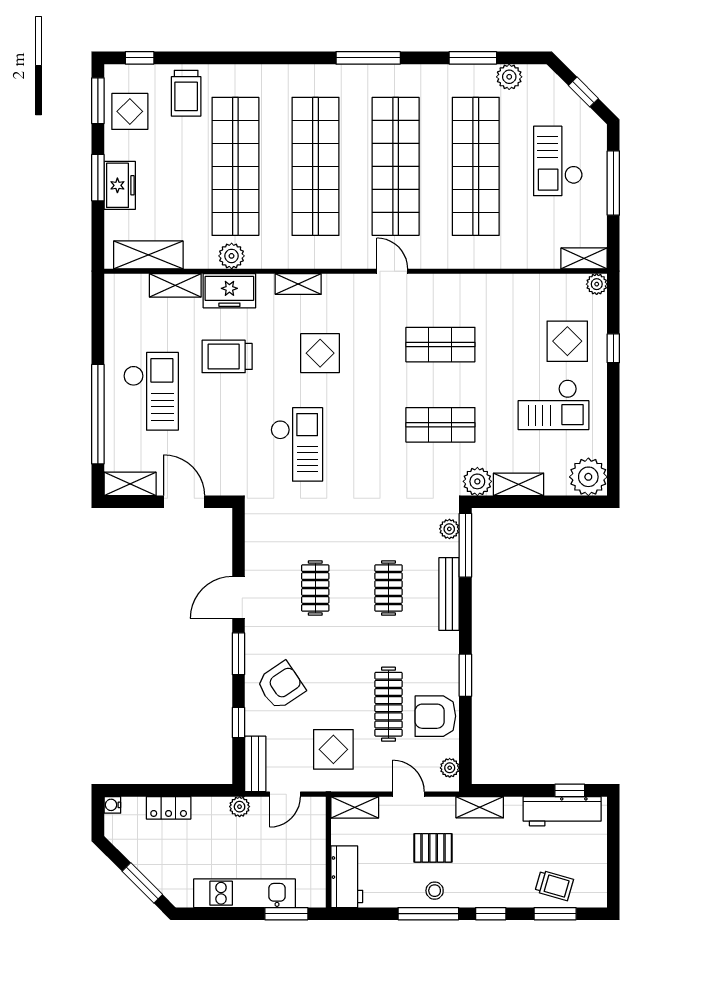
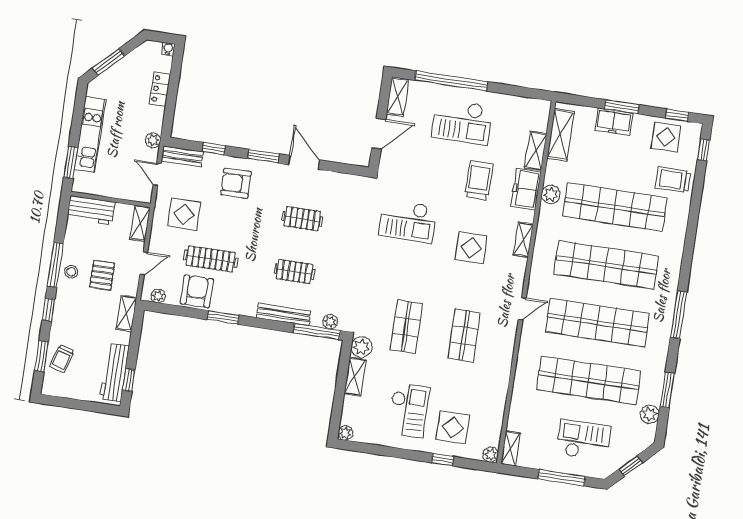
window: (98, 101) -> (677, 115), width x0.67
checkout: (553, 405) -> (408, 410), turned 180
plant: (588, 477) -> (345, 433), width x0.53, depth x0.53
armchair: (281, 685) -> (236, 183), turned 123

